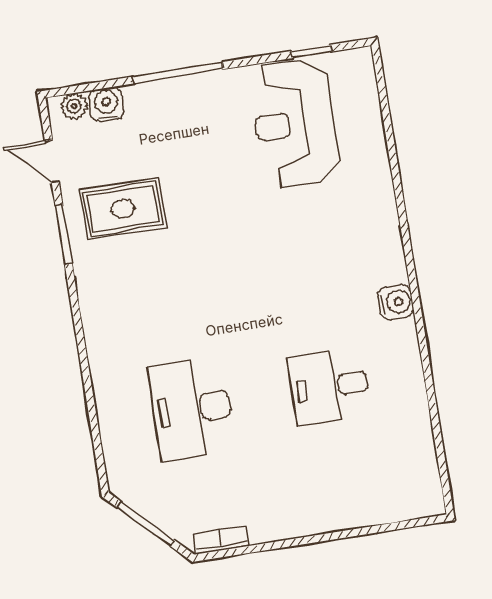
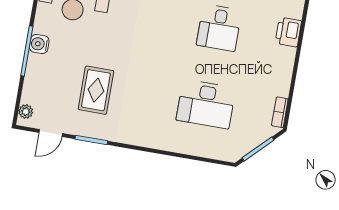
water cooler: (106, 104) -> (39, 44), moved
rug: (123, 209) -> (96, 90), moved
printer: (363, 507) -> (288, 32), added

